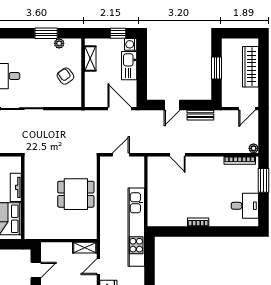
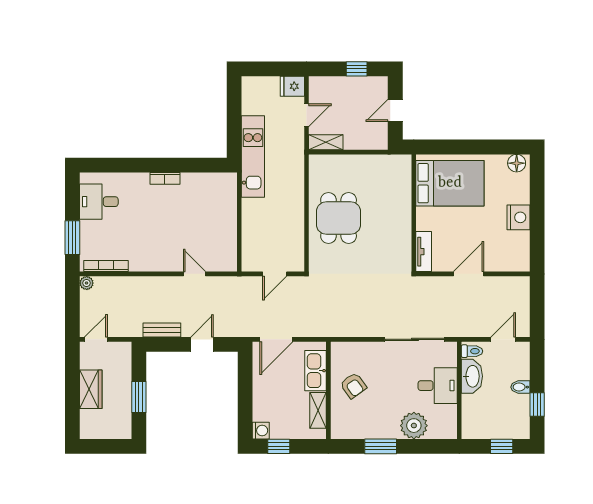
plant: (59, 43) -> (414, 426), moved, width x1.88, depth x1.88
kitchen sink: (129, 66) -> (315, 371), moved, turned 180
wardrobe: (251, 67) -> (91, 389), width x0.67
door: (120, 109) -> (276, 339), hinge flipped
tv unit: (16, 187) -> (424, 252), moved
dining table: (76, 194) -> (339, 218), turned 90
kitchen unit: (136, 227) -> (253, 156), width x0.73

